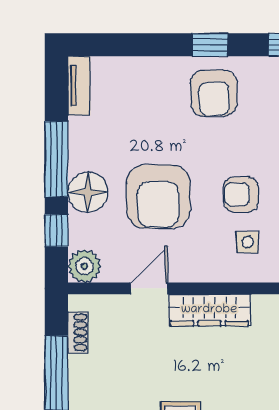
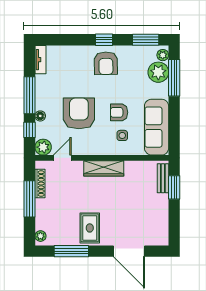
floor lamp: (88, 192) -> (40, 116), width x0.53, depth x0.53
armchair: (158, 197) -> (79, 113), turned 180
door: (149, 288) -> (62, 158), moved
shoe rack: (78, 332) -> (40, 184), width x1.43

